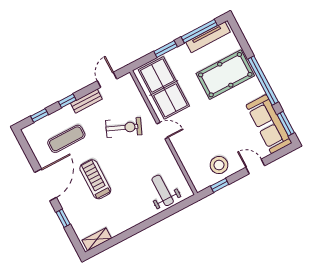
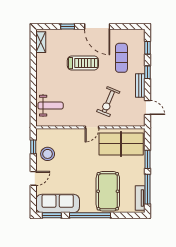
tv unit: (208, 37) -> (140, 198), width x0.71

